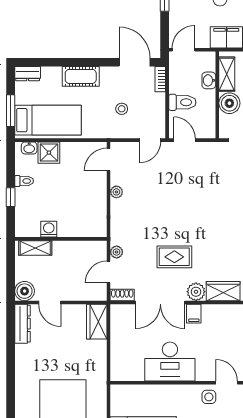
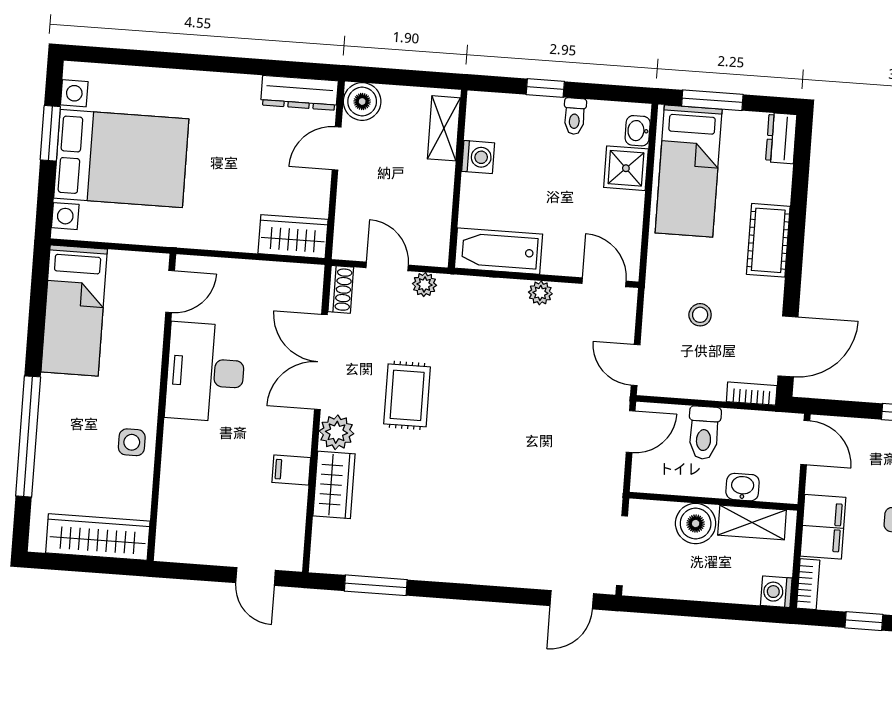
bathtub: (96, 215) -> (499, 251), added
filing cabinet: (194, 314) -> (291, 470), moved
door: (227, 383) -> (170, 292), moved

